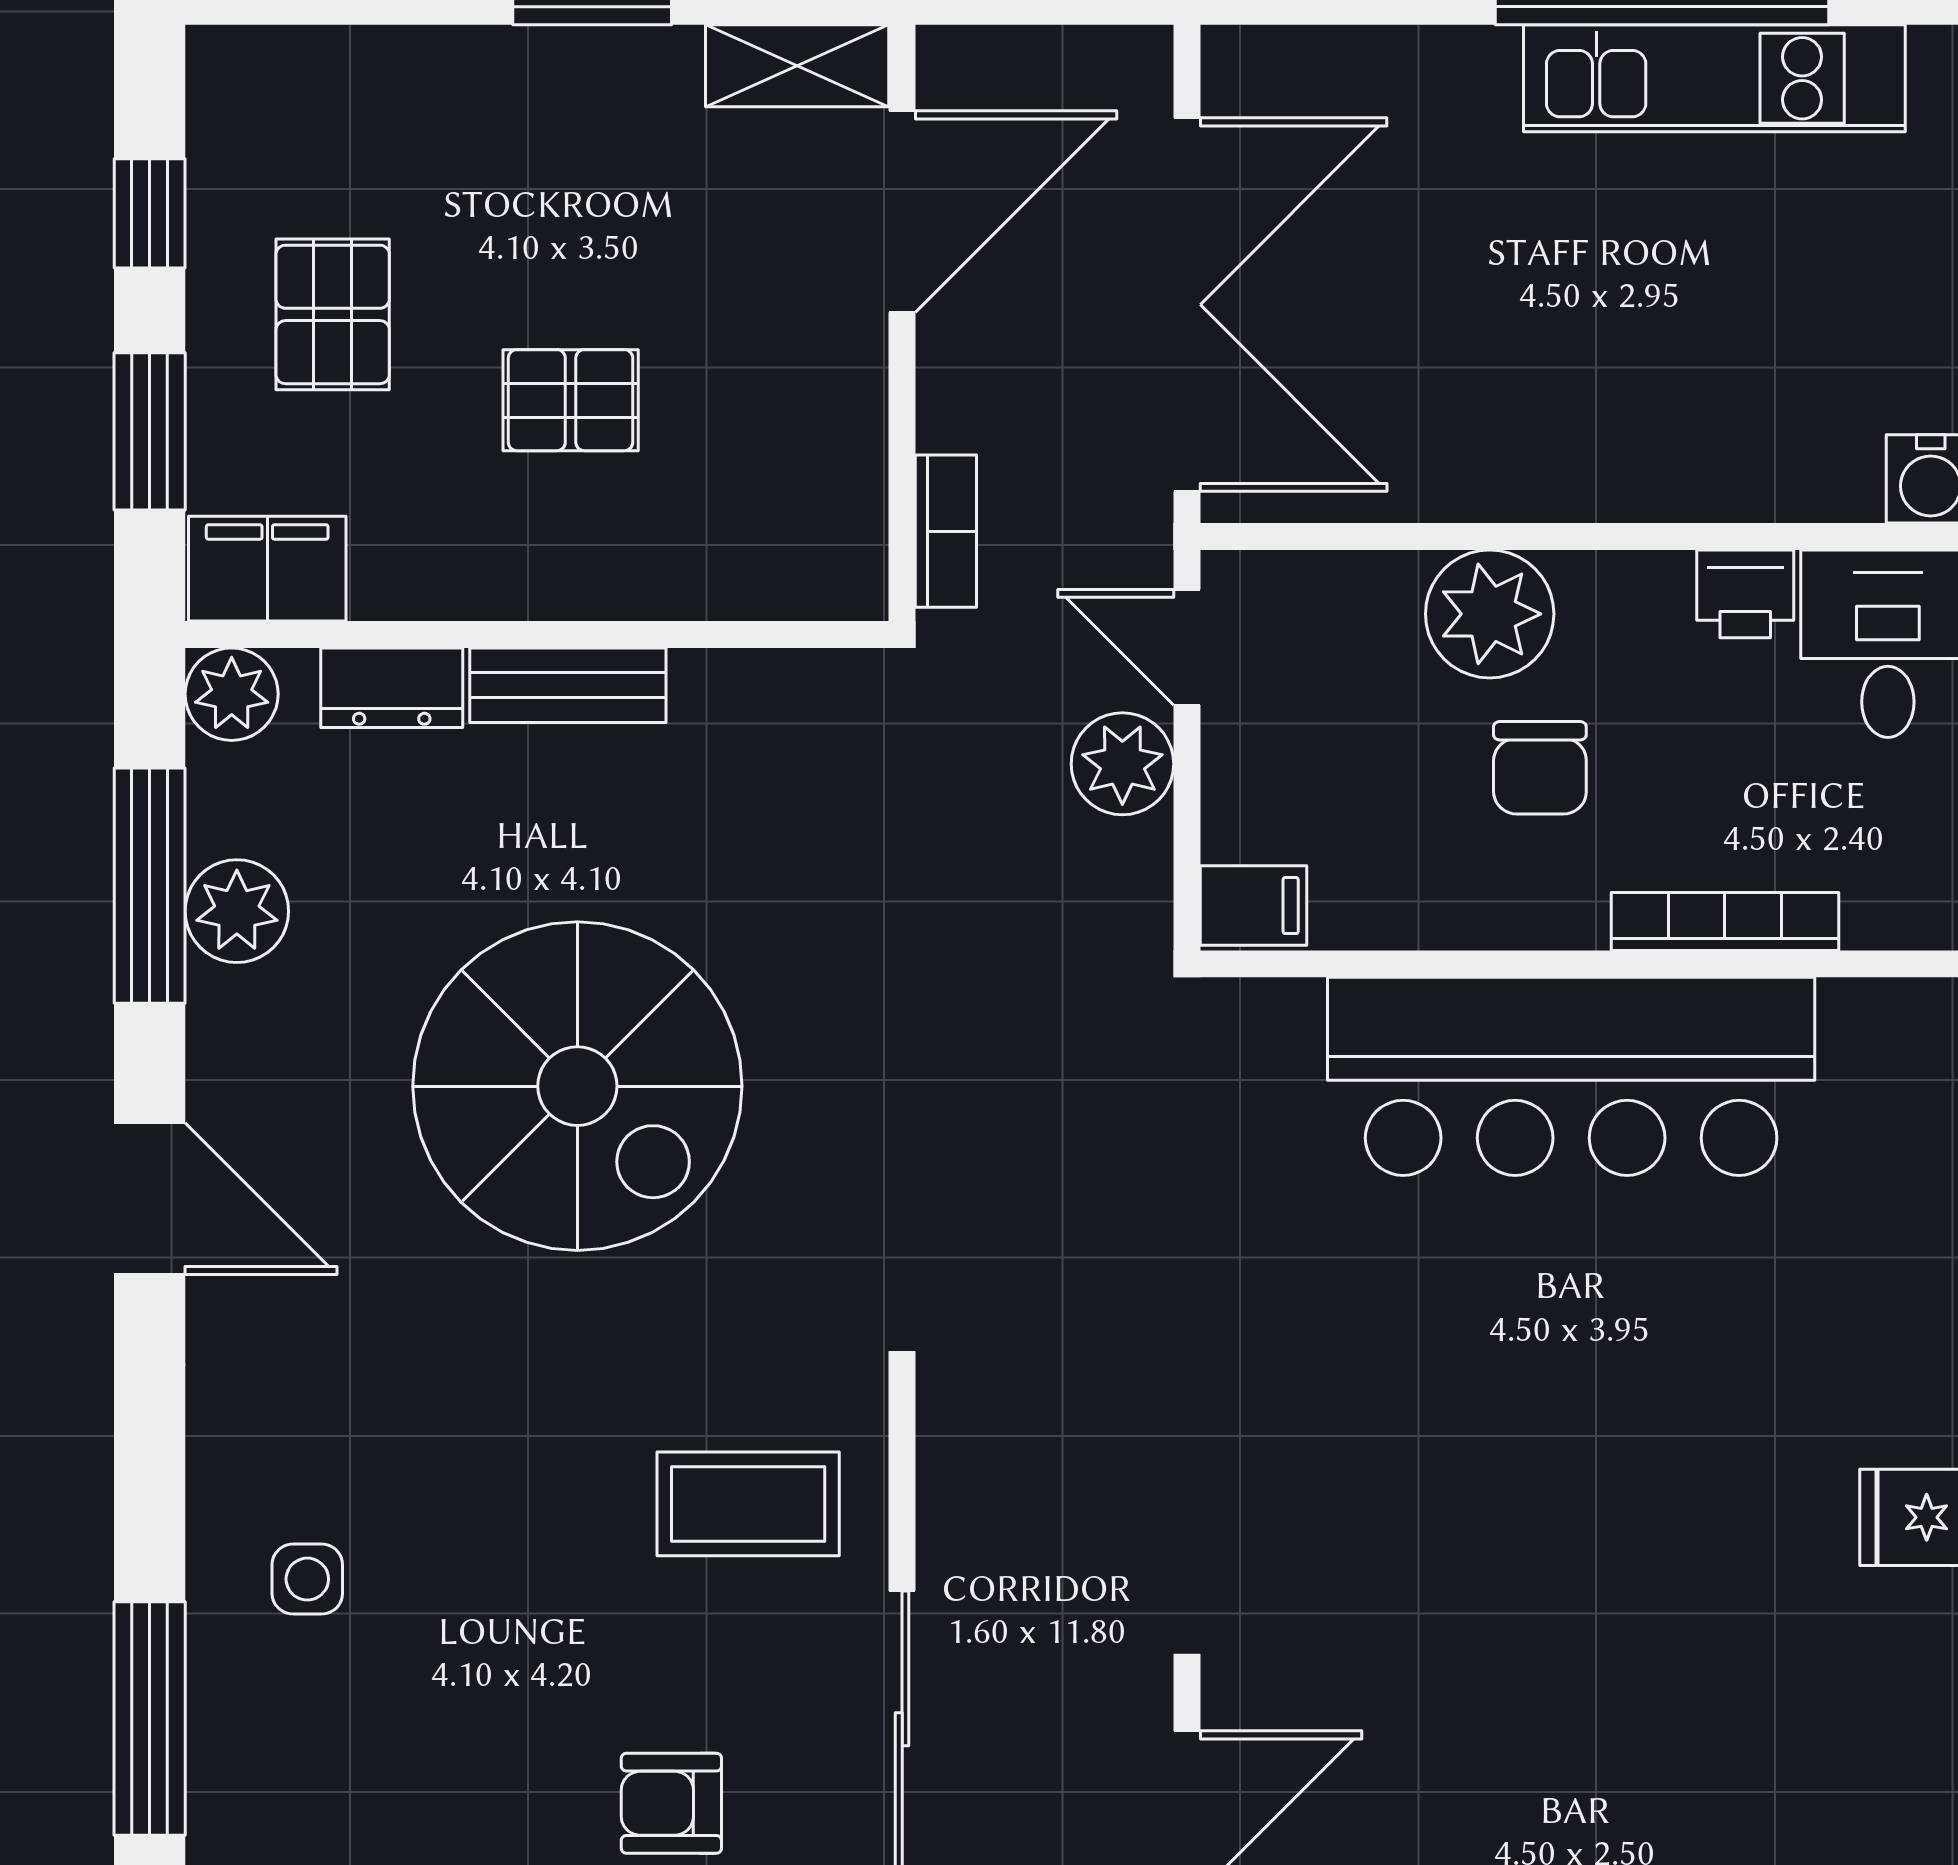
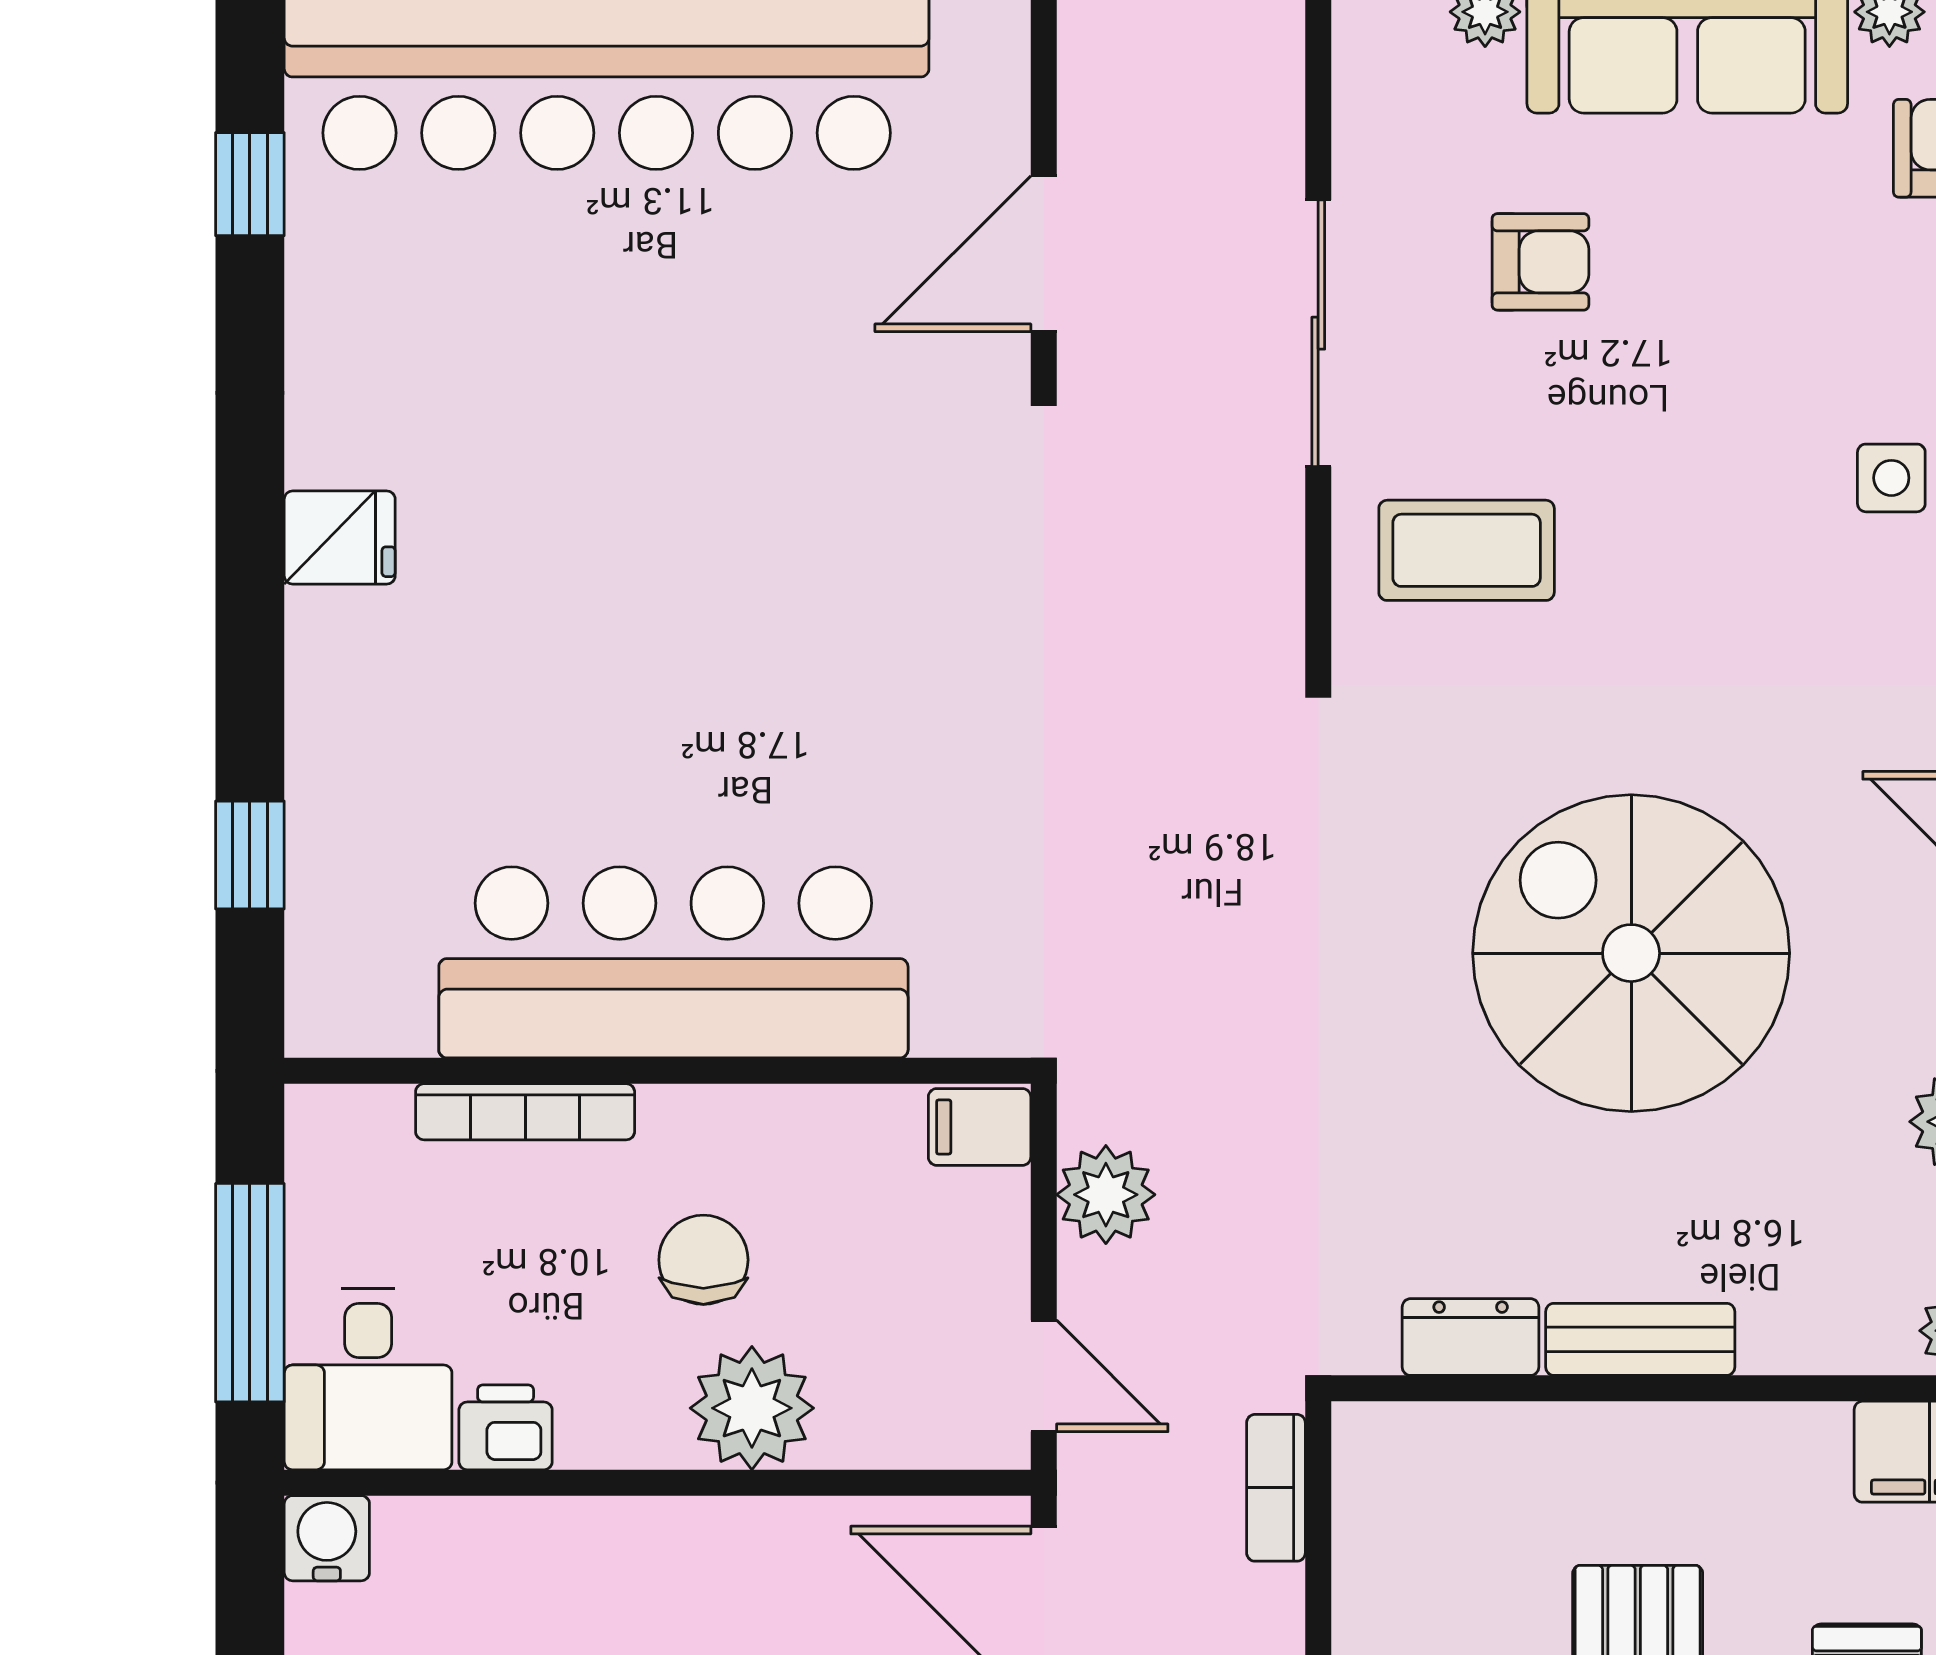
dresser: (392, 688) -> (1471, 1337), moved
plant: (1122, 764) -> (1106, 1195), moved

